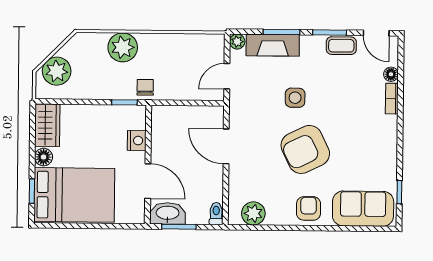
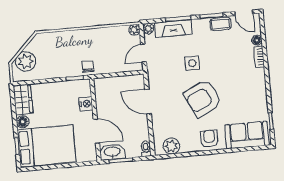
plant: (123, 47) -> (134, 30), moved, width x0.53, depth x0.53

